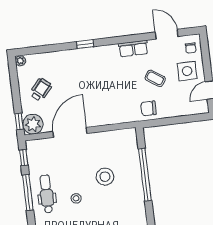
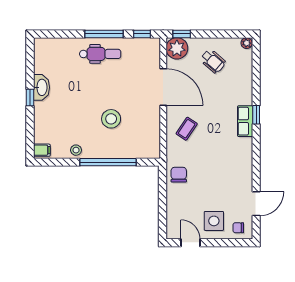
row of seats: (133, 49) -> (245, 121), moved
coffee table: (155, 78) -> (187, 129), moved
stool: (76, 198) -> (76, 150), moved

